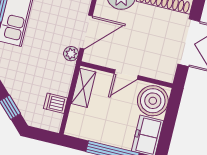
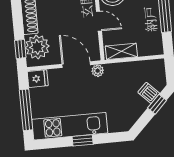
dishwasher: (56, 103) -> (149, 93), moved, turned 135

